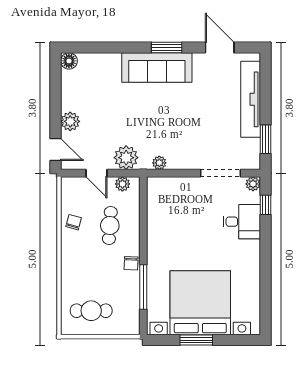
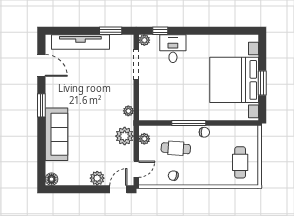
door: (220, 48) -> (41, 65), swing flipped
sofa: (157, 68) -> (56, 134), moved
door: (97, 173) -> (136, 169), moved
window: (143, 287) -> (189, 123), moved

